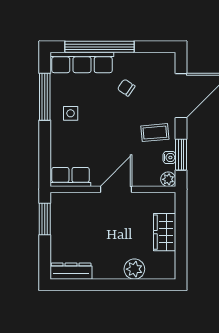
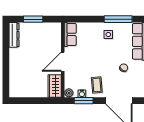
door: (116, 189) -> (63, 62), swing flipped
window: (45, 219) -> (33, 19), moved
wardrobe: (165, 232) -> (55, 86), moved, turned -90
plant: (134, 269) -> (15, 73), removed

